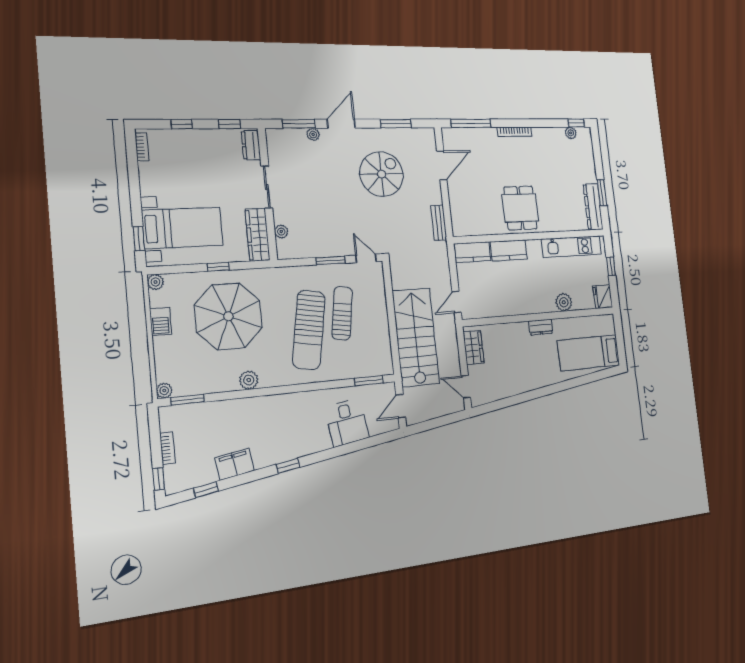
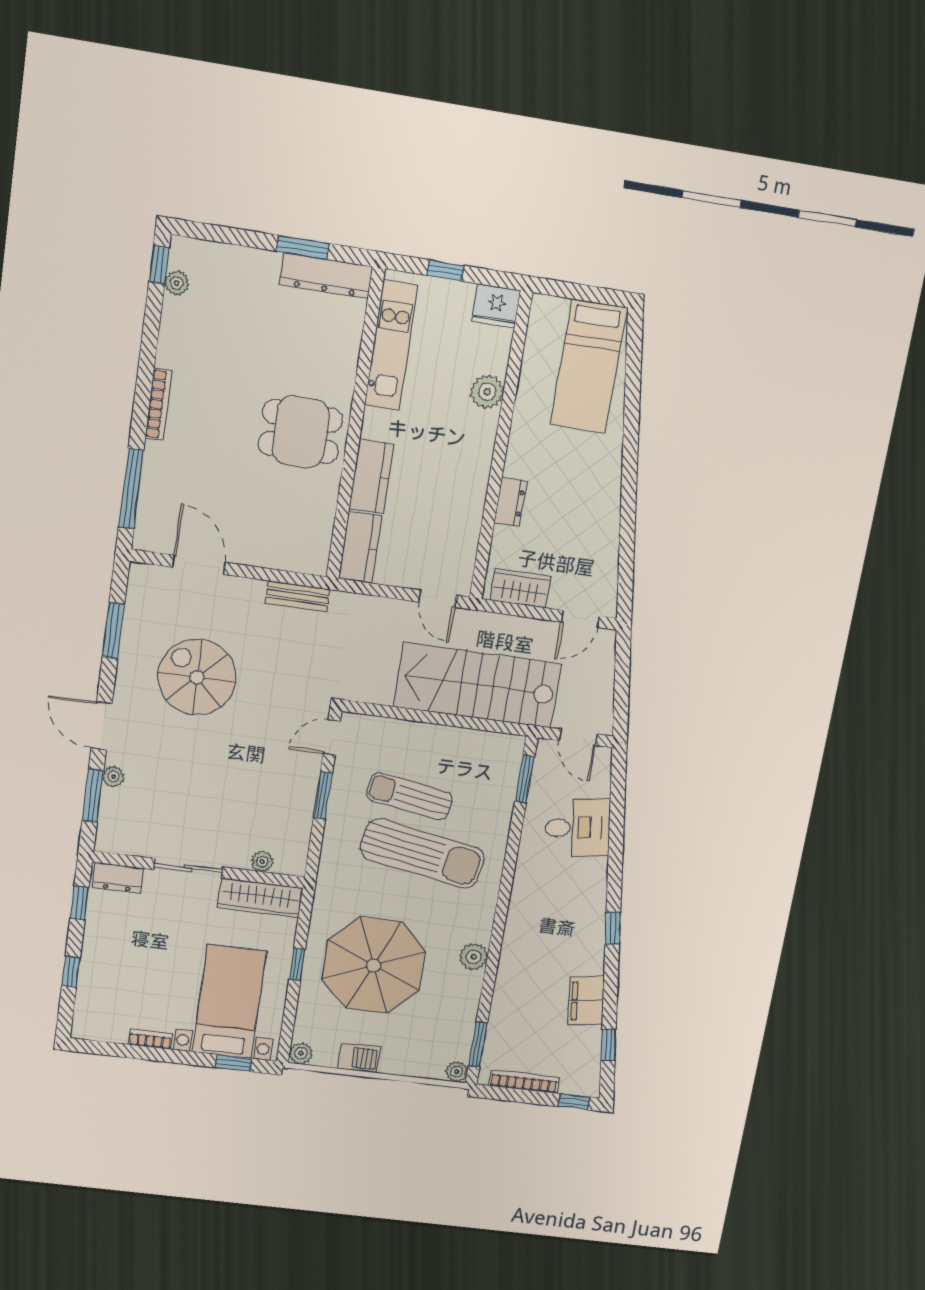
bookcase: (142, 147) -> (150, 1039), moved
dresser: (541, 327) -> (510, 502), moved
bookcase: (167, 448) -> (524, 1081), width x1.56

